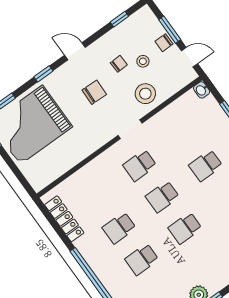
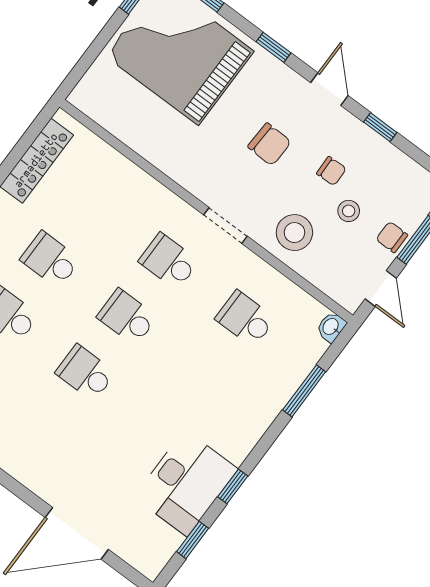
window: (119, 19) -> (380, 127), moved
school desk: (206, 166) -> (245, 319), moved

